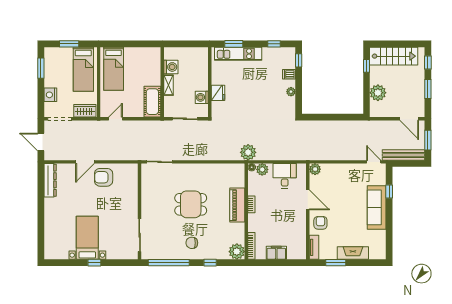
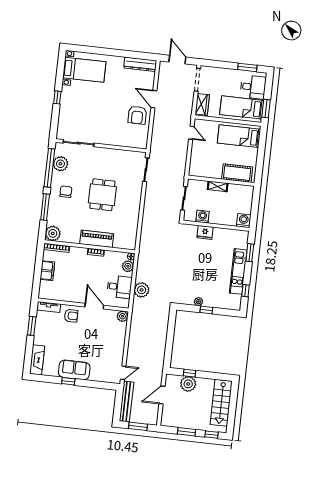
window: (69, 44) -> (266, 109), moved
kitchen unit: (238, 54) -> (238, 271), moved
desk: (61, 60) -> (253, 87), added
window: (299, 60) -> (206, 310), moved
window: (367, 66) -> (189, 373), moved
washing machine: (171, 67) -> (244, 221), moved, turned 180
dishwasher: (289, 74) -> (215, 302), removed
nightstand: (50, 95) -> (221, 74), removed
cot: (152, 102) -> (237, 173), moved
door: (409, 119) -> (162, 395), moved
door: (41, 142) -> (177, 60), hinge flipped
plant: (248, 152) -> (142, 290), moved
armchair: (104, 177) -> (137, 115), turned 180
window: (389, 192) -> (68, 381), moved
door: (308, 200) -> (94, 306), swing flipped
sofa: (377, 207) -> (74, 370), width x0.73
bed with nightstands: (87, 238) -> (84, 70), moved
plant: (163, 252) -> (60, 164), added
fireplace: (353, 253) -> (37, 360), moved
window: (210, 263) -> (45, 207), width x2.17

